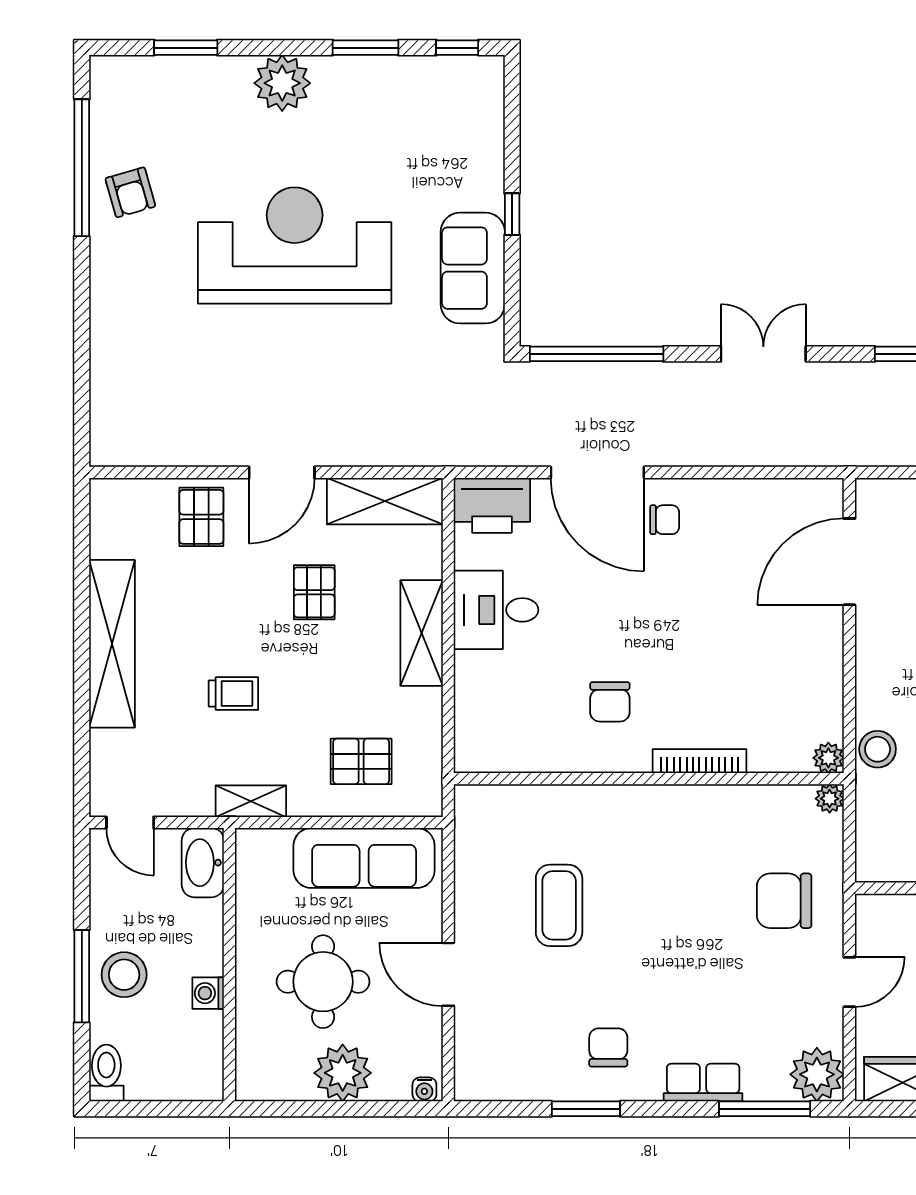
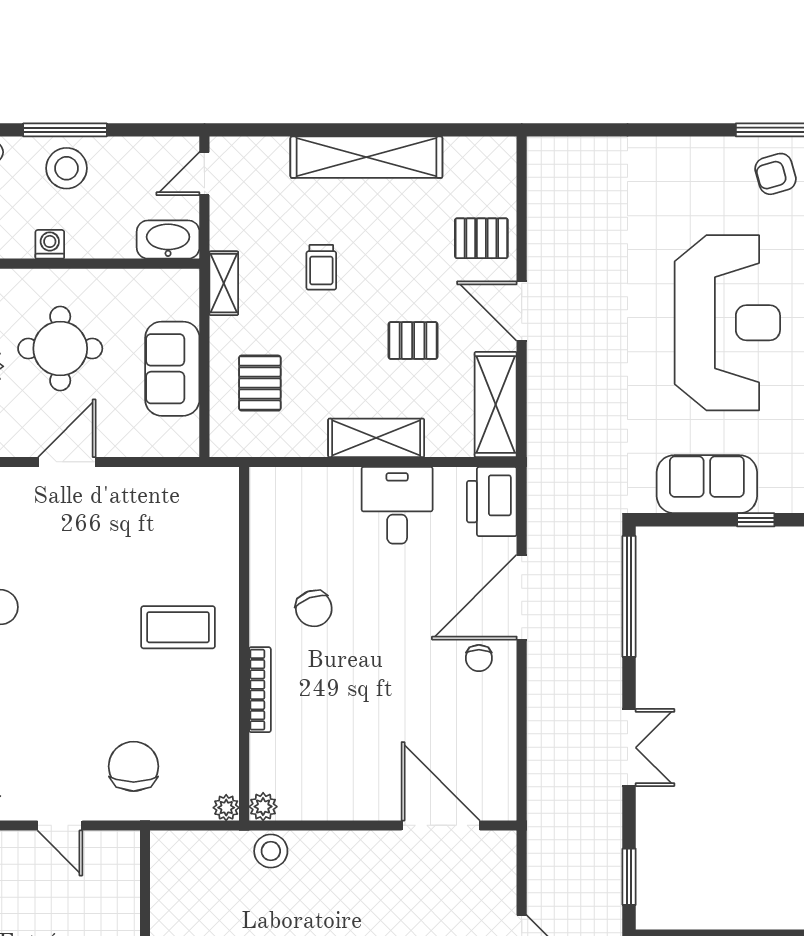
chair: (610, 702) -> (314, 608), turned -110
sofa: (364, 858) -> (172, 369), width x0.73
coffee table: (559, 905) -> (178, 627), moved

